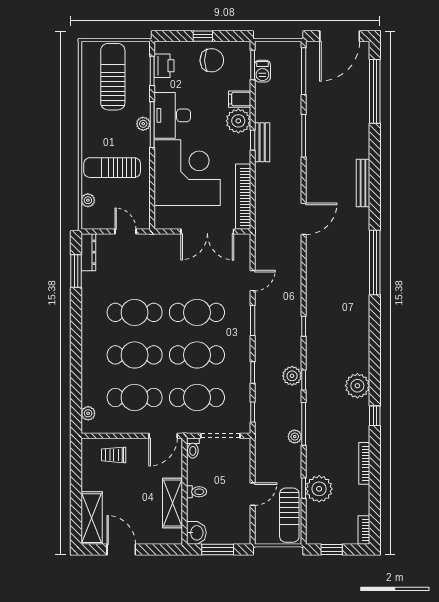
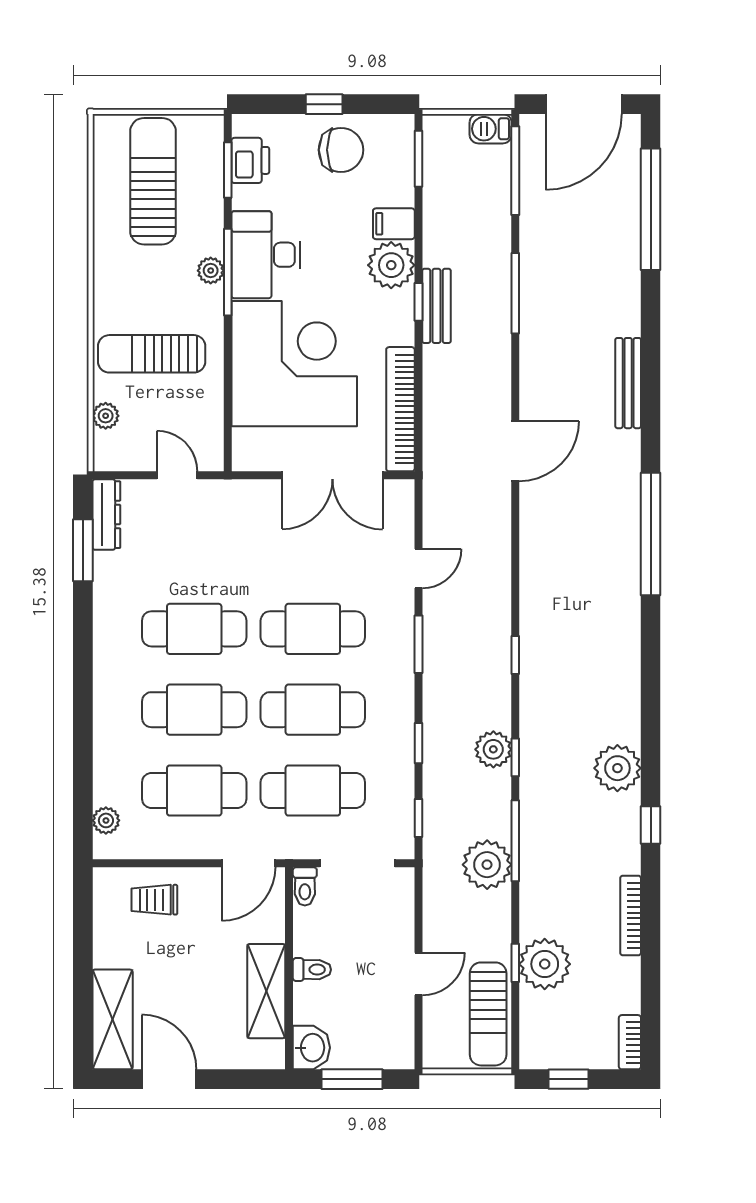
barbecue: (262, 71) -> (491, 129), moved, turned 90
plant: (295, 437) -> (487, 865), width x1.87, depth x1.87

